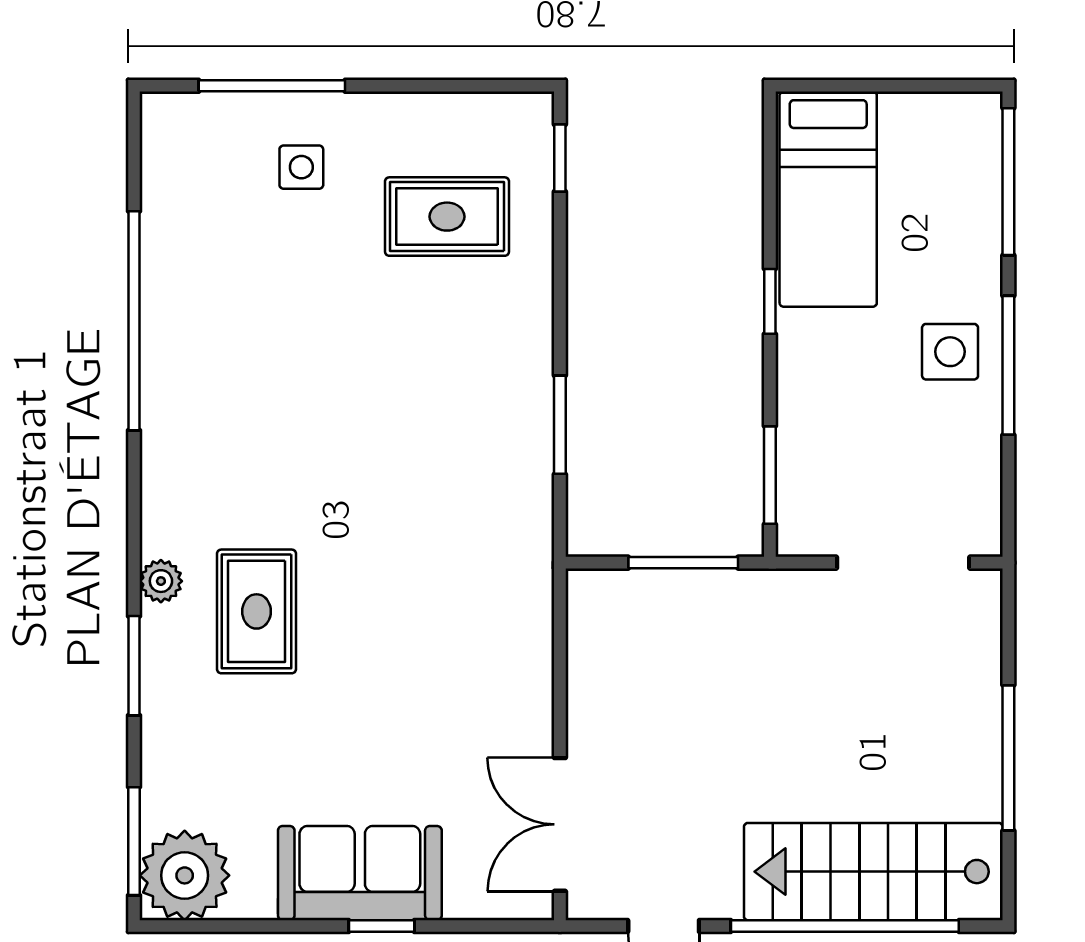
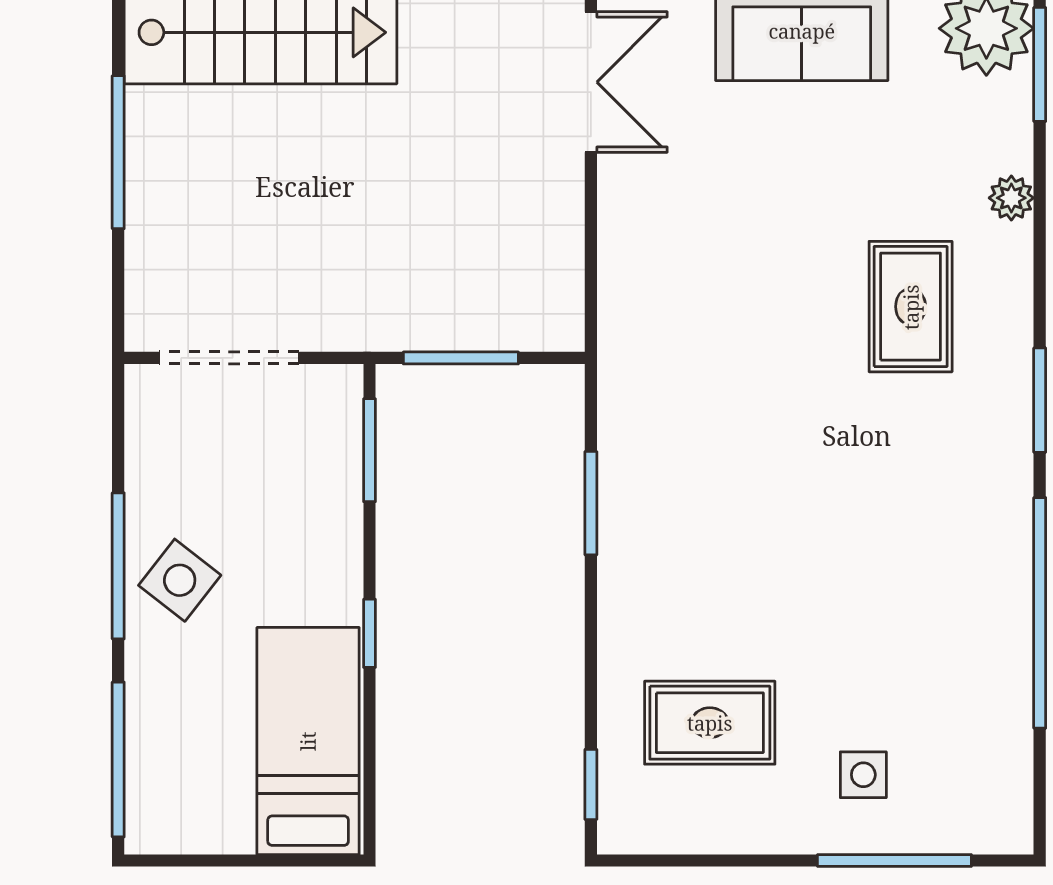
side table: (950, 352) -> (180, 580), turned 38
plant: (161, 581) -> (1011, 198), moved
window: (134, 666) -> (1040, 400), moved

